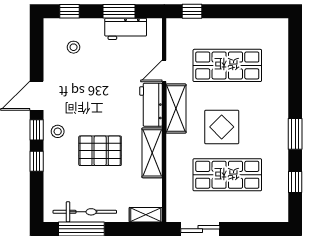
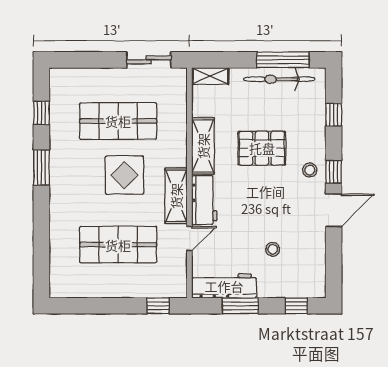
workbench: (126, 29) -> (224, 286), width x1.38
stool: (74, 47) -> (273, 249), moved
window: (37, 161) -> (334, 115), moved

